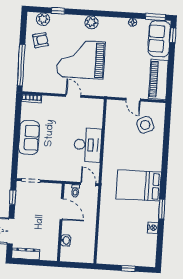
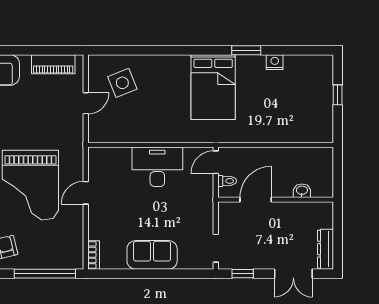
piano: (158, 79) -> (53, 64), width x0.73, depth x0.75

